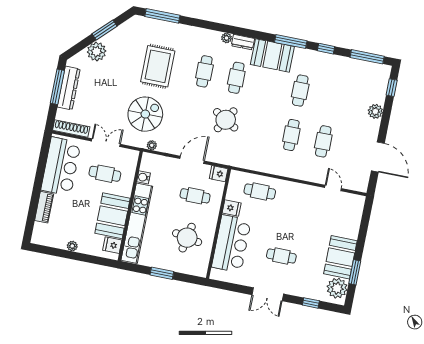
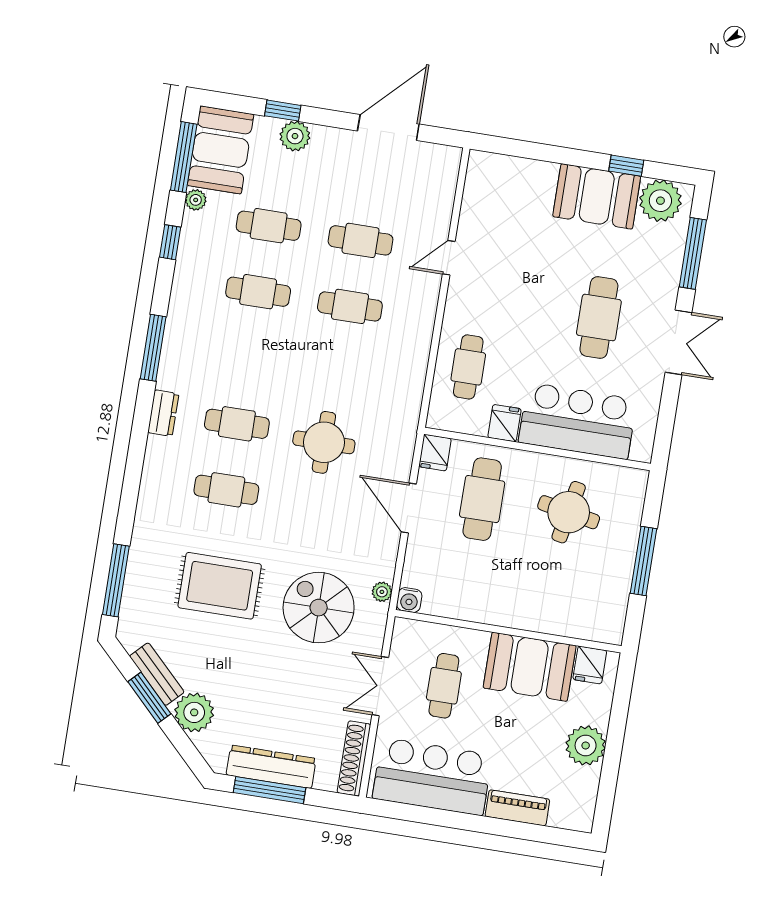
bench: (116, 34) -> (157, 674), added
plant: (227, 38) -> (196, 200), moved
window: (291, 42) -> (153, 348), moved
booth: (272, 55) -> (221, 150), moved
window: (392, 88) -> (283, 111), moved
cafe table: (332, 97) -> (269, 226), added
round table: (226, 120) -> (324, 442), turned -31
water cooler: (143, 177) -> (409, 600), moved
door: (333, 188) -> (449, 258), moved
cafe table: (195, 196) -> (482, 499), width x1.37, depth x1.35
kitchen unit: (137, 223) -> (543, 617), removed
plant: (72, 246) -> (586, 745), width x1.87, depth x1.87
cafe table: (281, 256) -> (599, 318), width x1.37, depth x1.35
window: (355, 272) -> (626, 166), width x0.67
window: (162, 273) -> (644, 561), width x1.44
window: (311, 303) -> (693, 253), width x2.17

